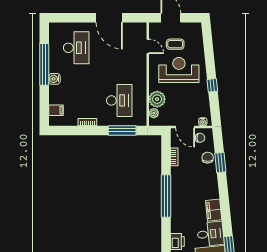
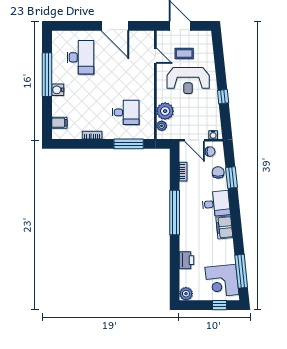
reception desk: (179, 70) -> (188, 81), turned 180
desk: (119, 100) -> (126, 112), width x0.73
desk: (210, 234) -> (216, 204), moved

